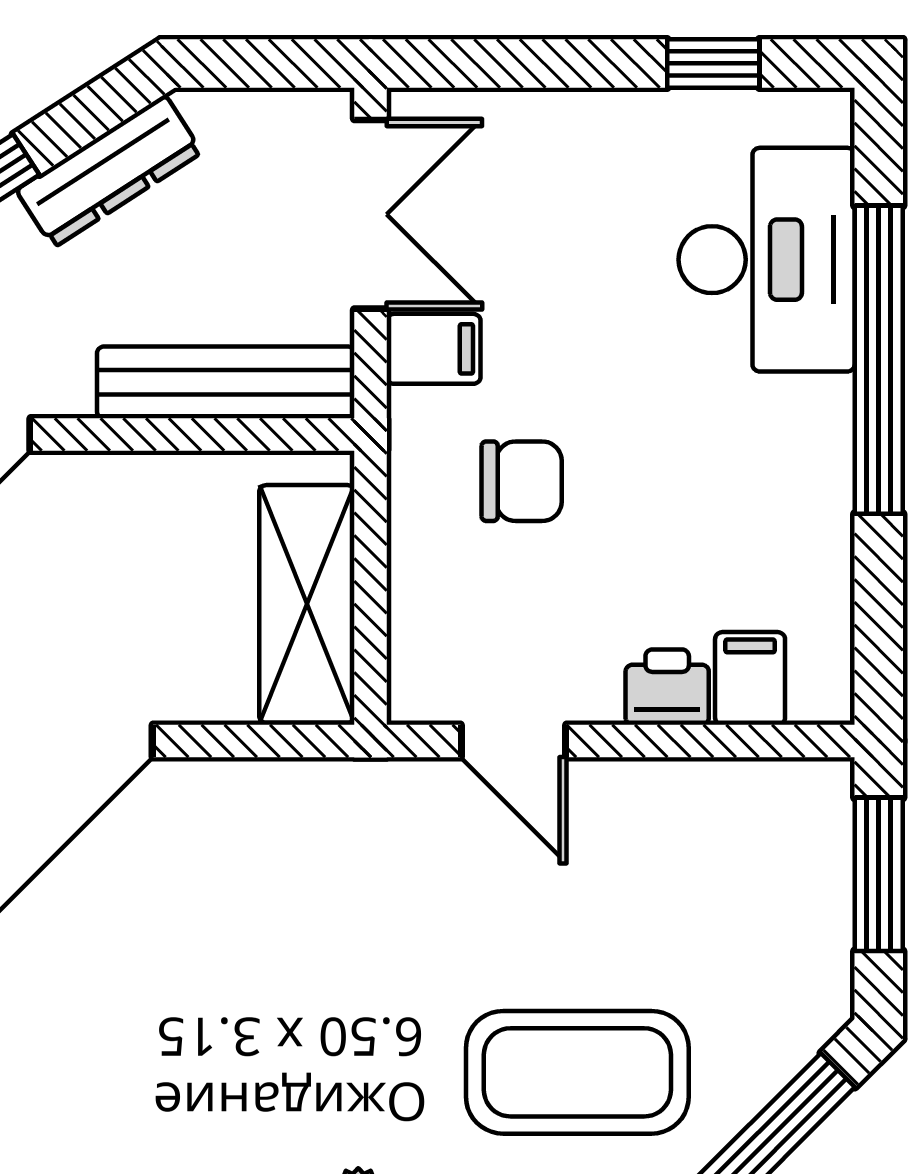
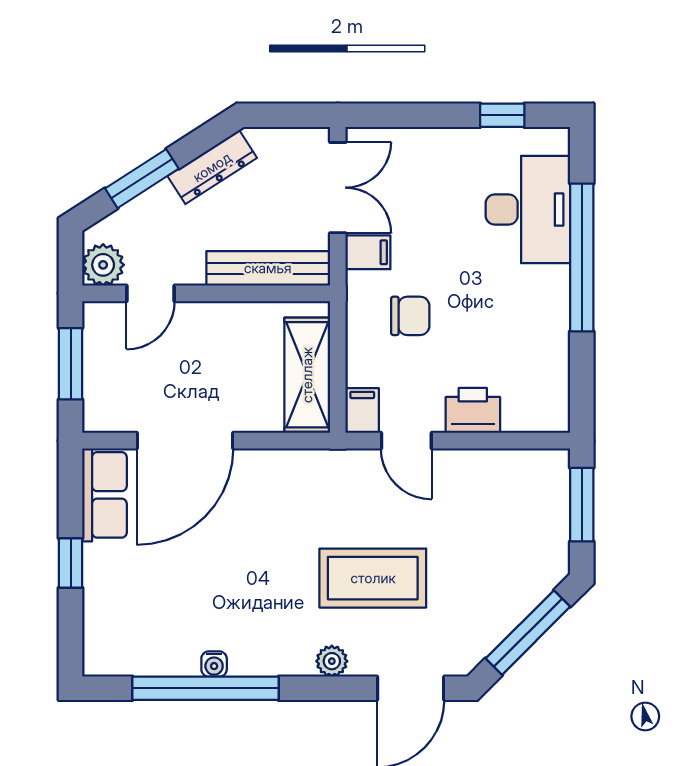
filing cabinet: (750, 678) -> (362, 411), moved
printer: (667, 687) -> (473, 410), width x1.36, depth x1.24
coffee table: (577, 1072) -> (373, 578), moved

